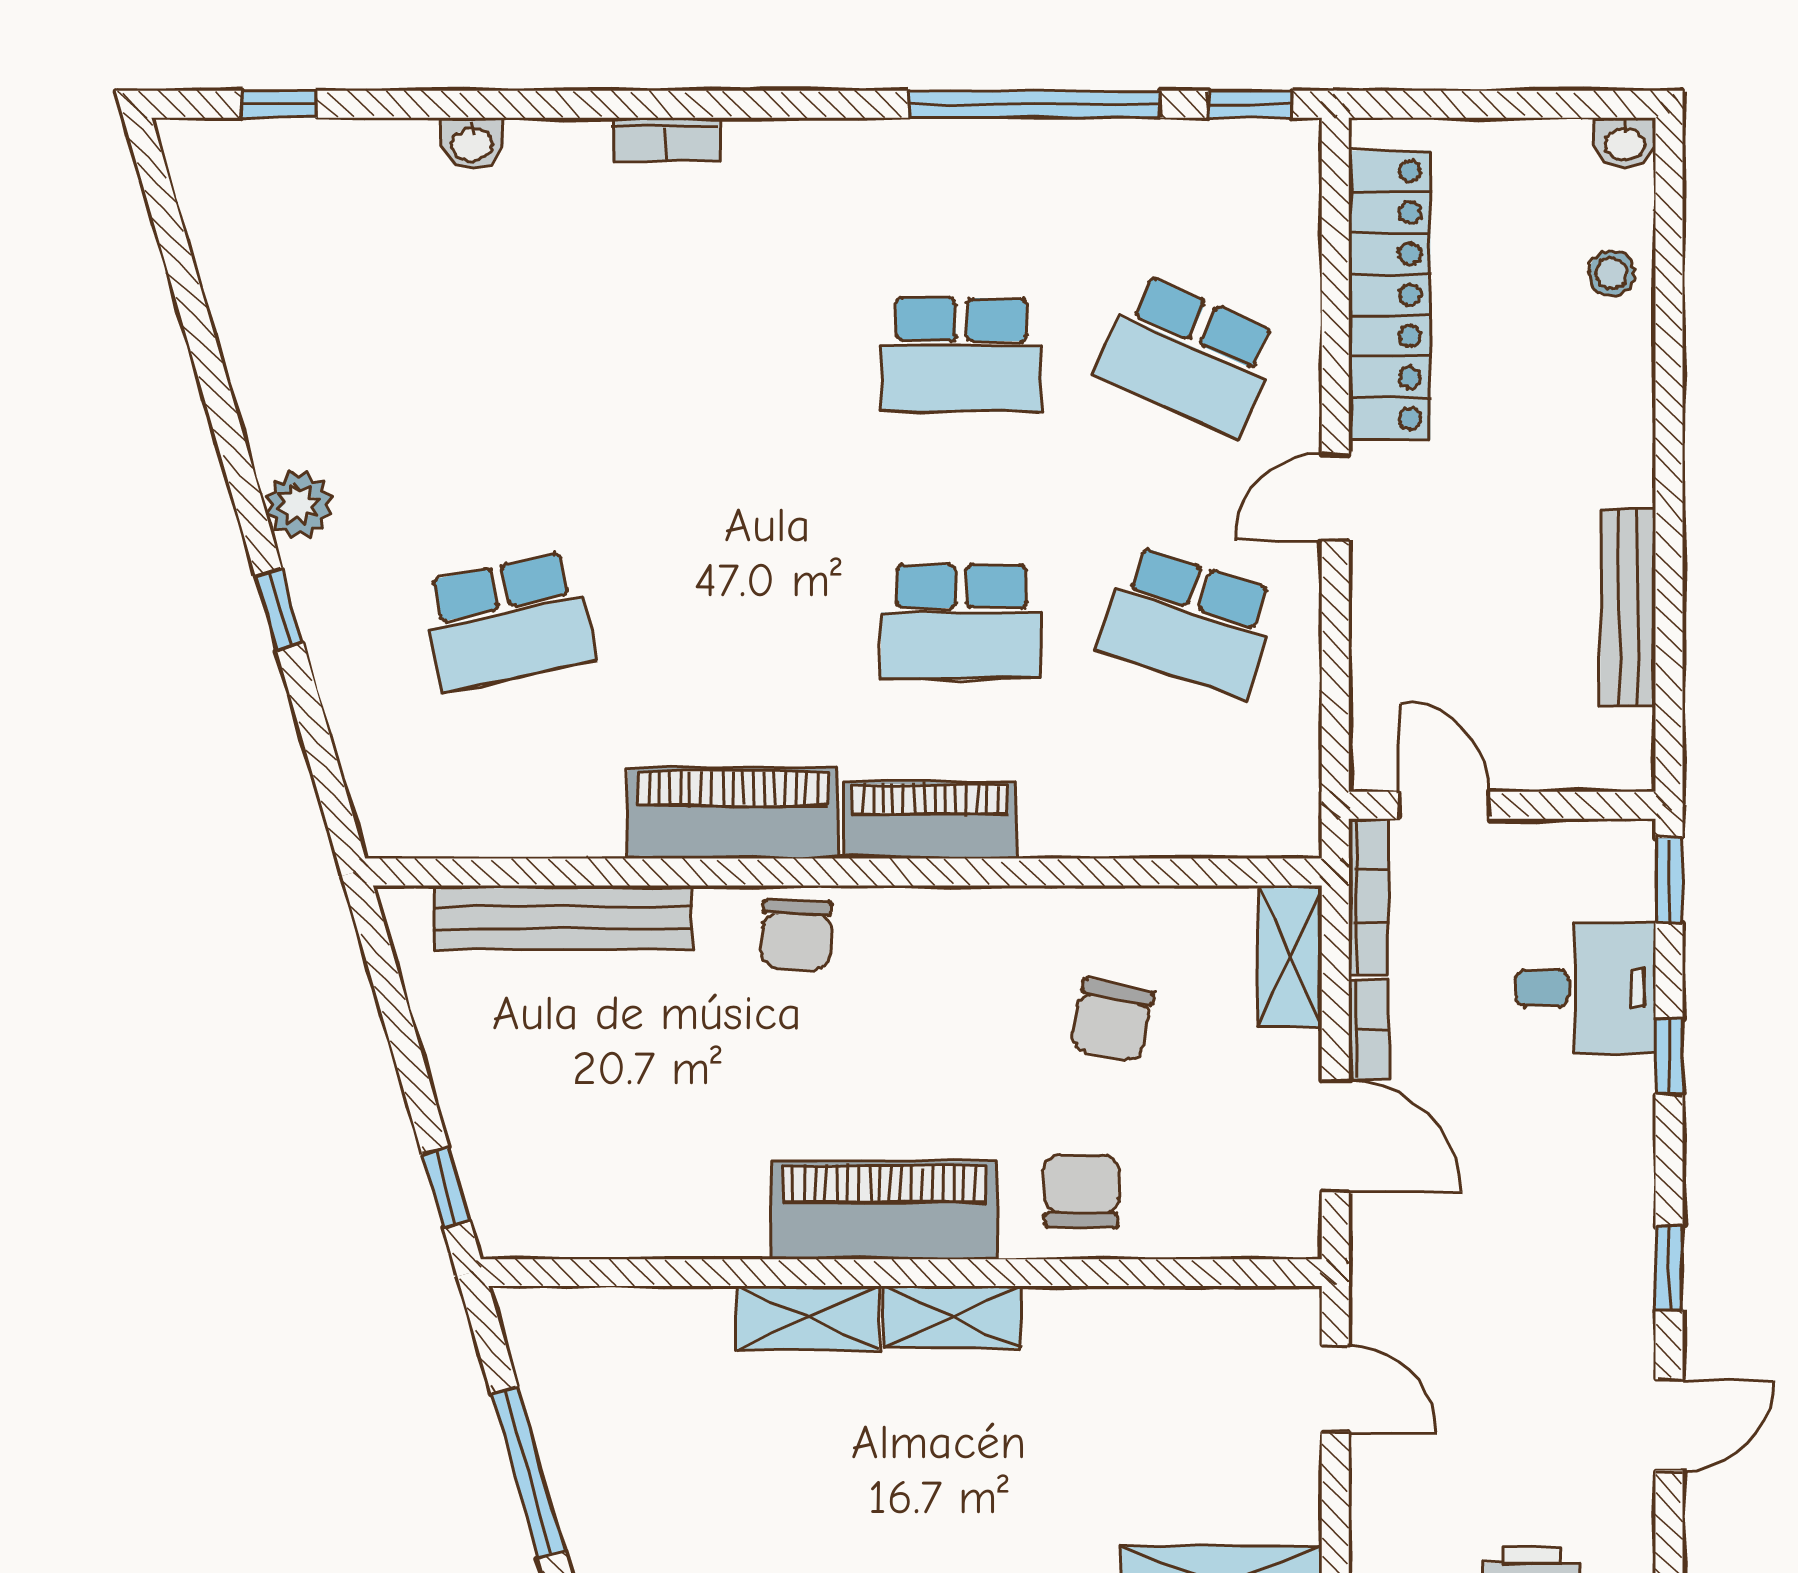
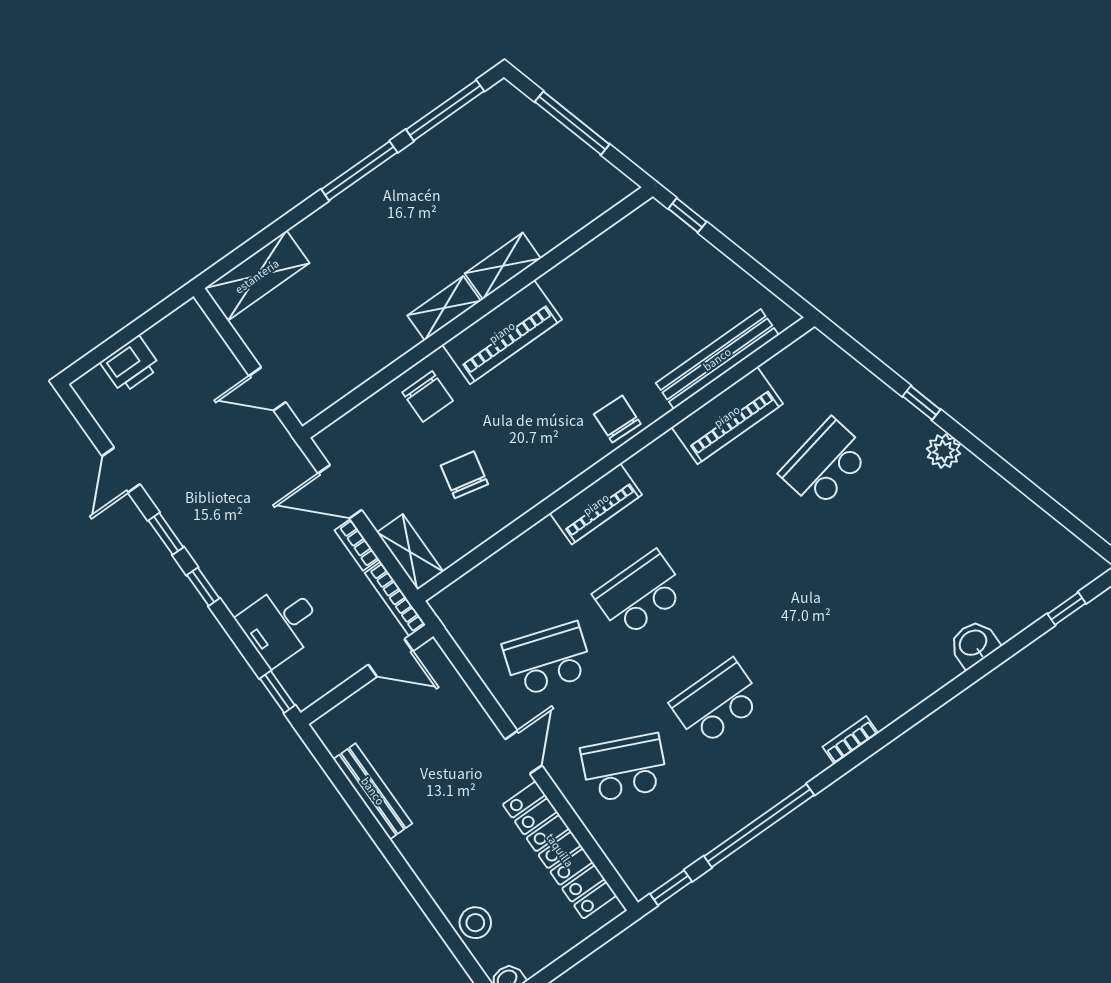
bookcase: (666, 139) -> (850, 740), moved
washbasin: (472, 143) -> (974, 644), width x1.38, depth x1.45
stool: (1612, 273) -> (475, 923), width x1.37, depth x1.37
piano: (733, 813) -> (727, 416), moved
window: (1669, 1056) -> (203, 587), moved

